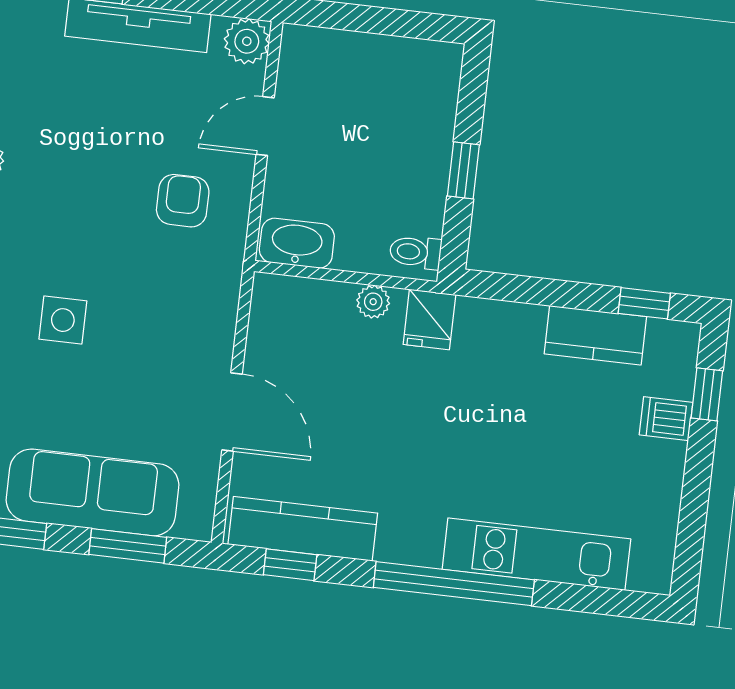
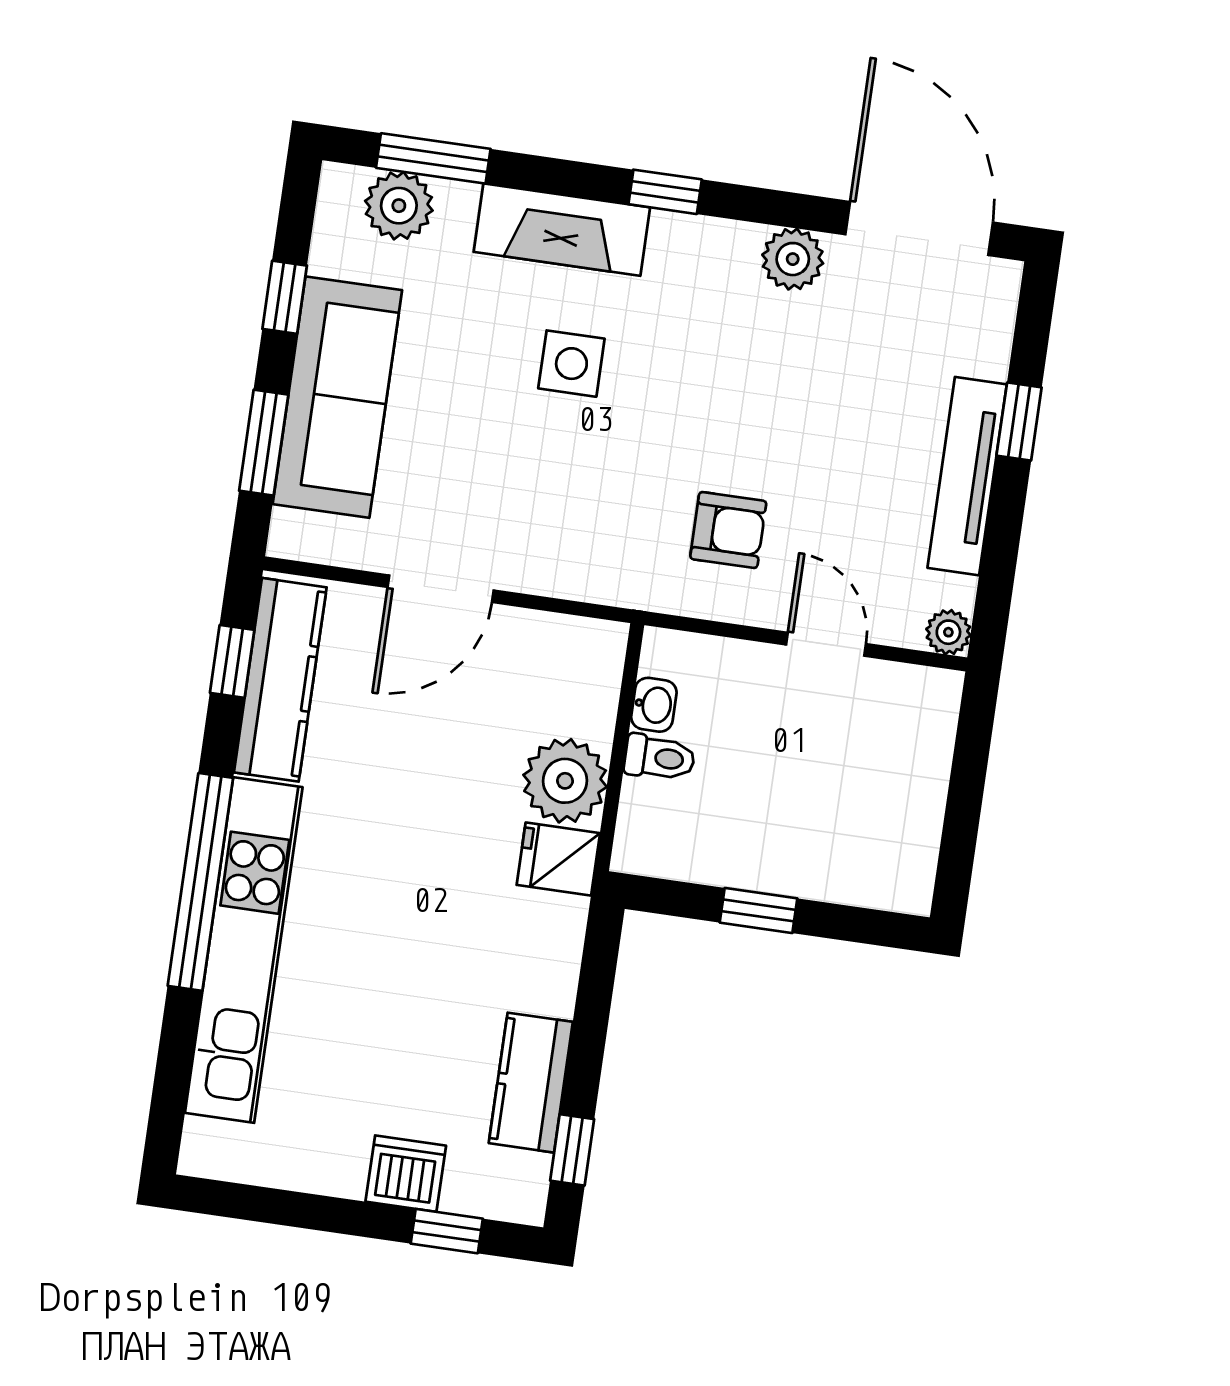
plant: (247, 41) -> (948, 632), width x0.73, depth x0.73
washbasin: (297, 243) -> (654, 705), width x0.52, depth x0.69
toilet: (415, 252) -> (660, 758), moved, turned 90
plant: (373, 302) -> (565, 781), width x1.88, depth x1.88
dishwasher: (666, 419) -> (406, 1174), width x1.38
kitchen unit: (536, 554) -> (244, 950), width x1.36

